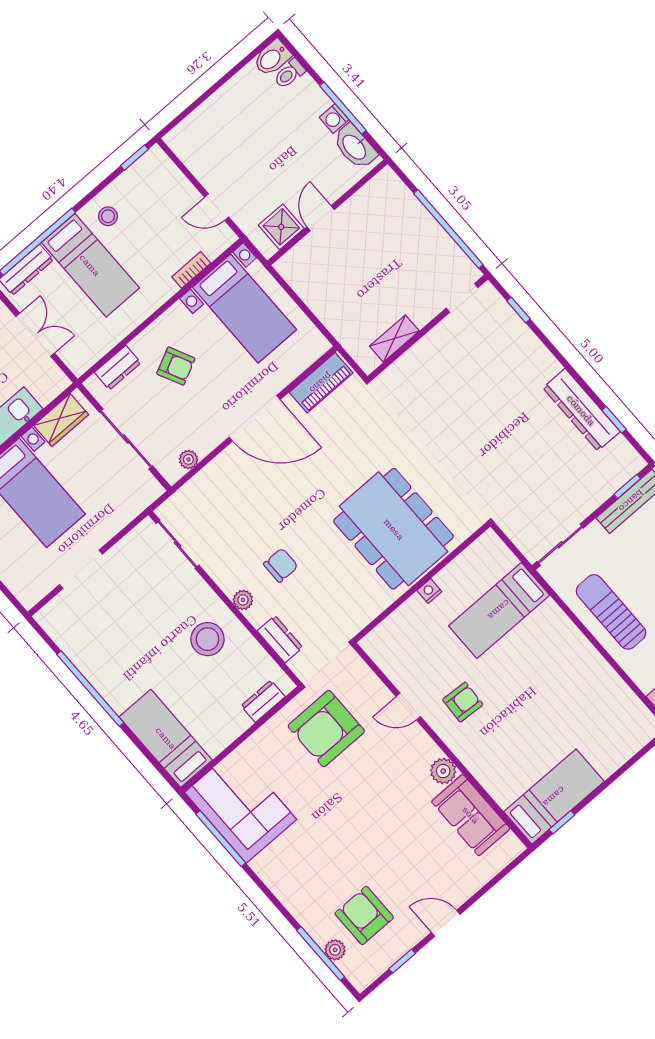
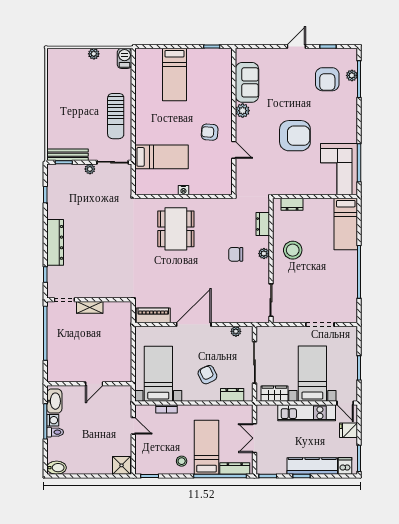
toilet: (289, 74) -> (55, 432), moved
shower: (281, 227) -> (122, 465), moved
shelving: (394, 339) -> (90, 307), moved
dresser: (581, 410) -> (55, 242), moved
door: (255, 418) -> (194, 325), hinge flipped
plant: (583, 508) -> (90, 169), added
dining table: (394, 529) -> (176, 229), width x0.73, depth x0.80
armchair: (326, 729) -> (295, 136), moved
bed: (554, 797) -> (174, 75), moved, turned -90
door: (446, 923) -> (296, 47), swing flipped

